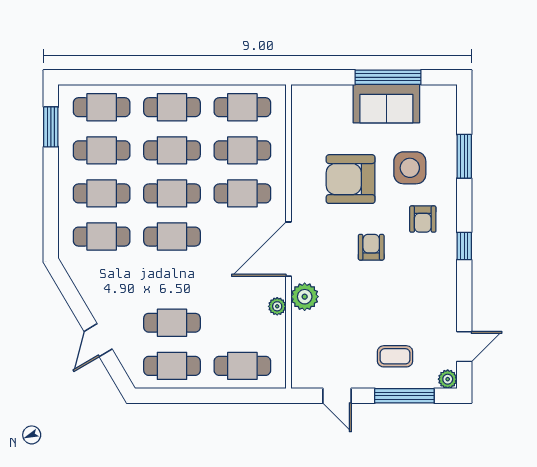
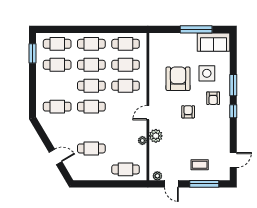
sofa: (386, 104) -> (213, 42), moved
window: (464, 156) -> (233, 85), moved
armchair: (351, 179) -> (178, 79), turned 90
cafe table: (102, 193) -> (57, 86), removed
door: (288, 249) -> (148, 113), width x0.53
door: (98, 340) -> (55, 157), swing flipped
cafe table: (172, 366) -> (91, 169), removed
plant: (448, 379) -> (157, 176), moved

